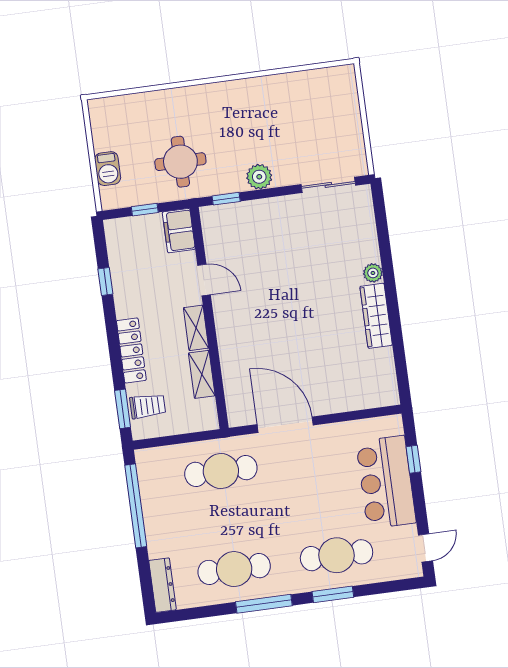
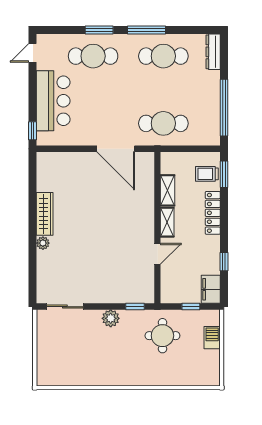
filing cabinet: (179, 231) -> (211, 289), moved, turned 180
door: (204, 280) -> (157, 254), swing flipped
window: (413, 459) -> (32, 131), moved

